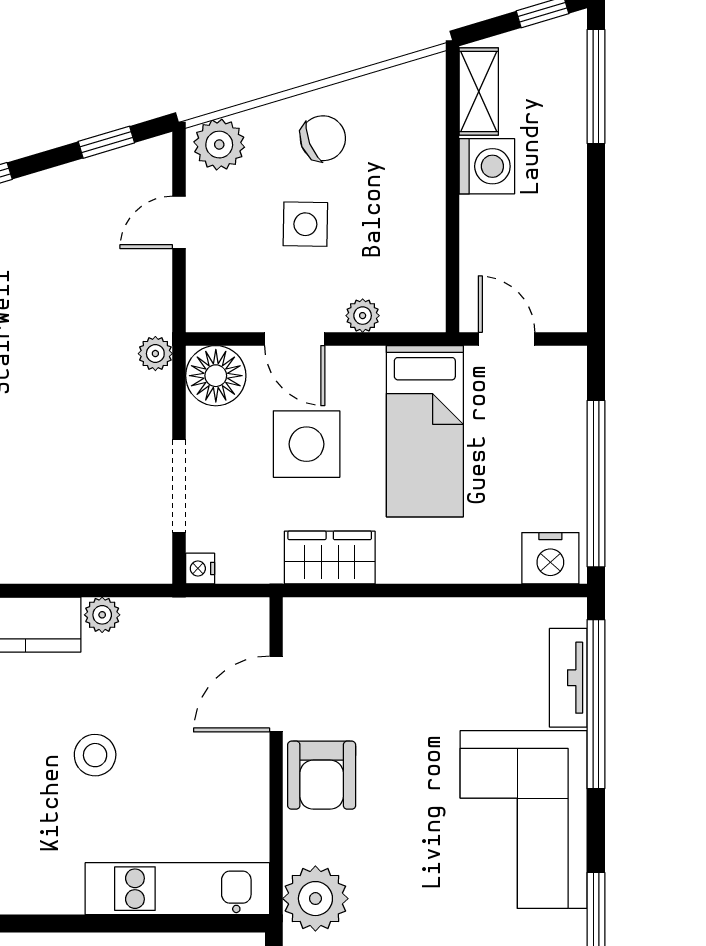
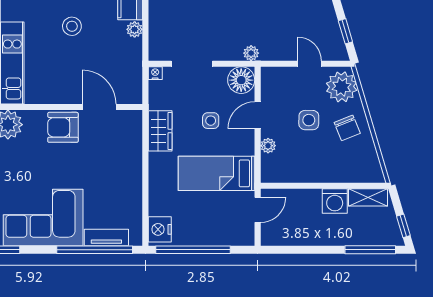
plant: (219, 145) -> (342, 87), width x1.36, depth x1.36
side table: (307, 444) -> (211, 121), width x0.54, depth x0.54

